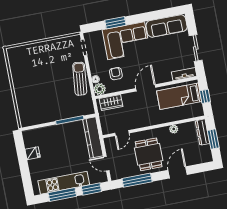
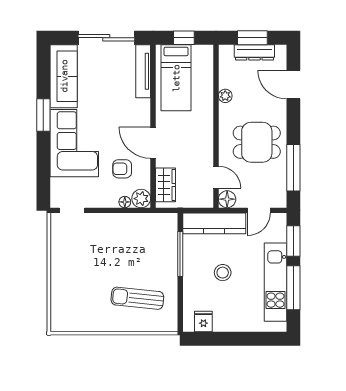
window: (115, 23) -> (43, 115), moved
sliding door: (196, 48) -> (106, 38), width x1.37
tv unit: (184, 74) -> (143, 71), width x1.41
sun lounger: (80, 79) -> (137, 298), moved
door: (146, 88) -> (153, 143), moved
dresser: (202, 132) -> (254, 52), moved
floor lamp: (110, 143) -> (227, 199), added
stool: (63, 149) -> (223, 273), added
fridge: (33, 153) -> (203, 322), moved
door: (178, 172) -> (293, 85), moved

